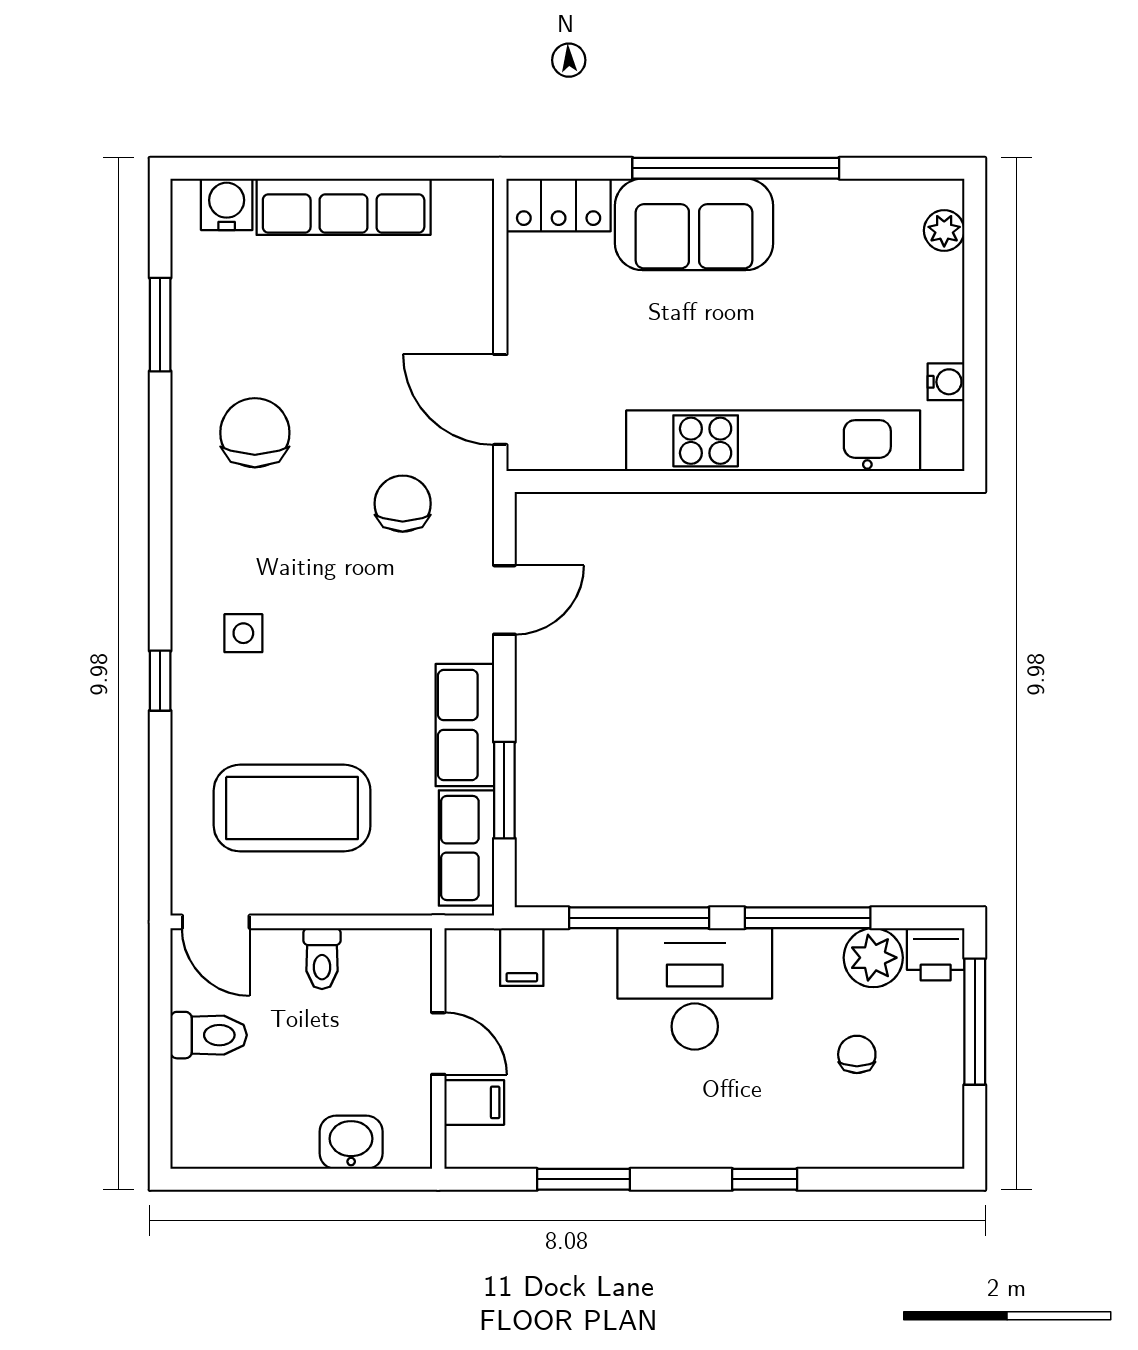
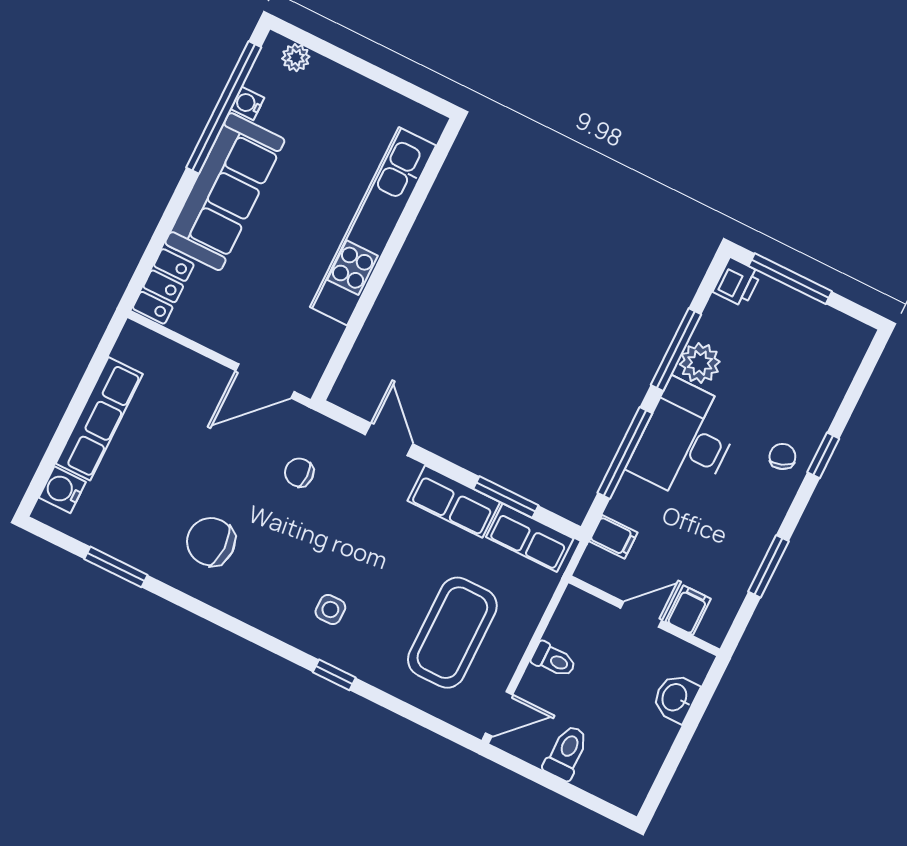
window: (736, 168) -> (224, 107), moved
sofa: (694, 224) -> (225, 192), width x1.36
water cooler: (946, 382) -> (248, 103), moved, turned -90
chair: (403, 504) -> (299, 472), width x0.73, depth x0.73
plant: (873, 958) -> (700, 363), moved
chair: (857, 1054) -> (782, 456), moved, turned 68

